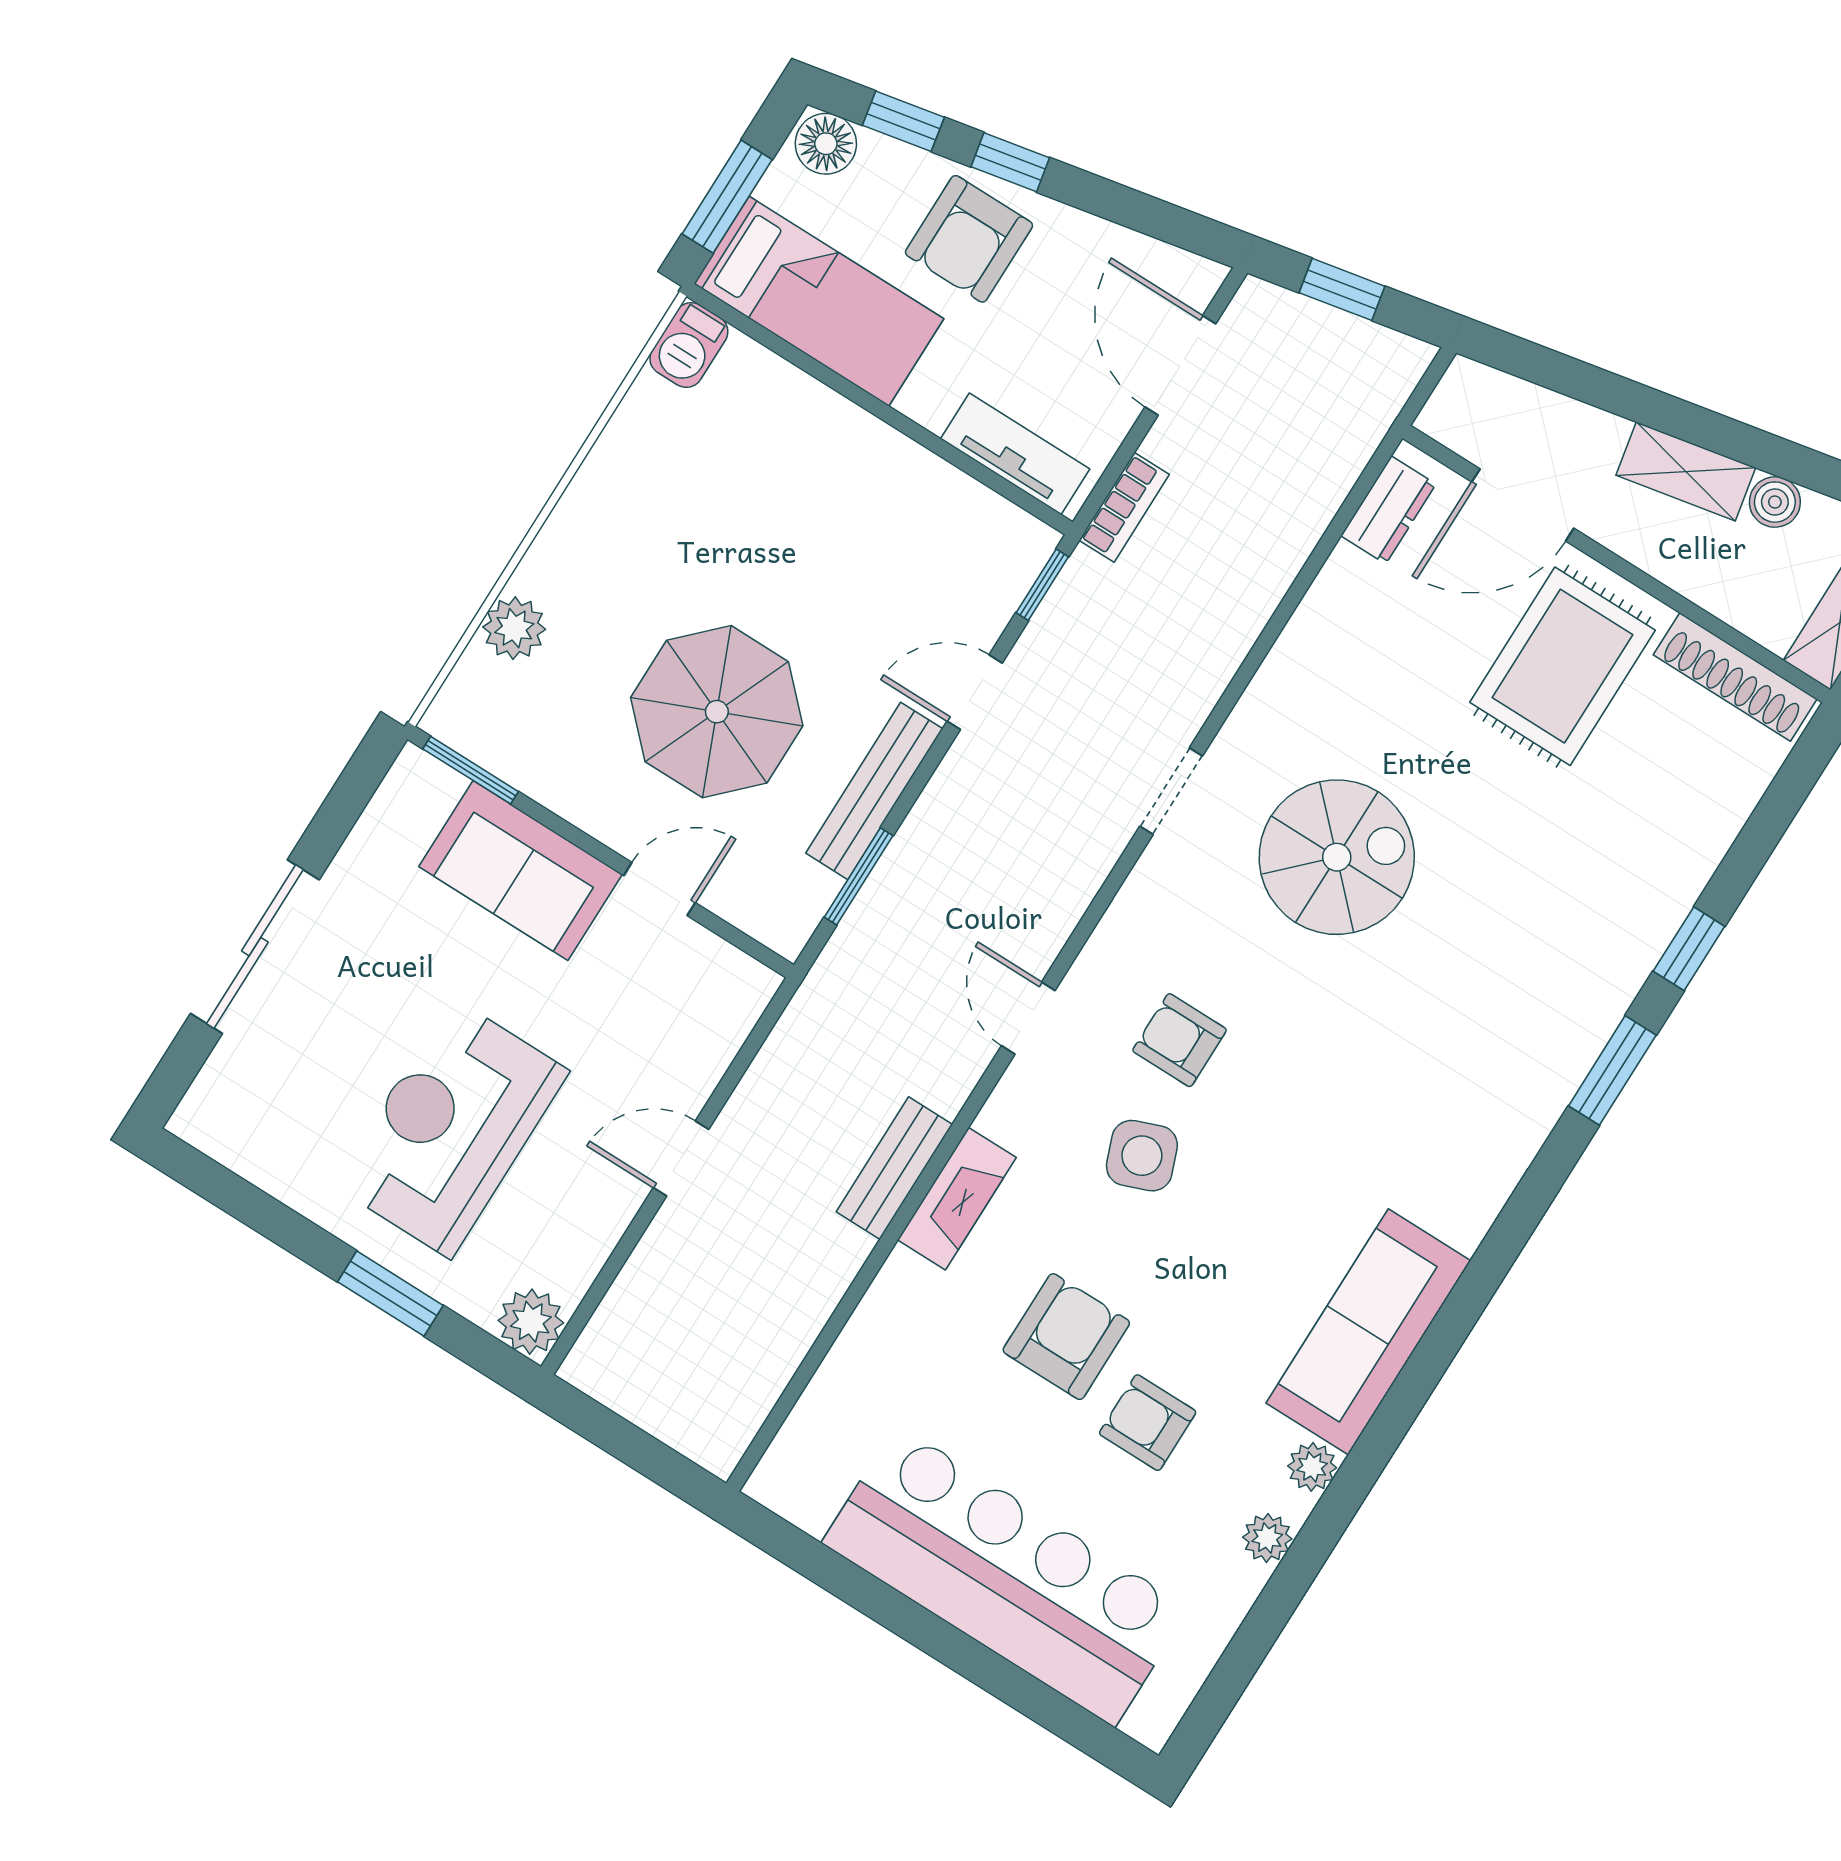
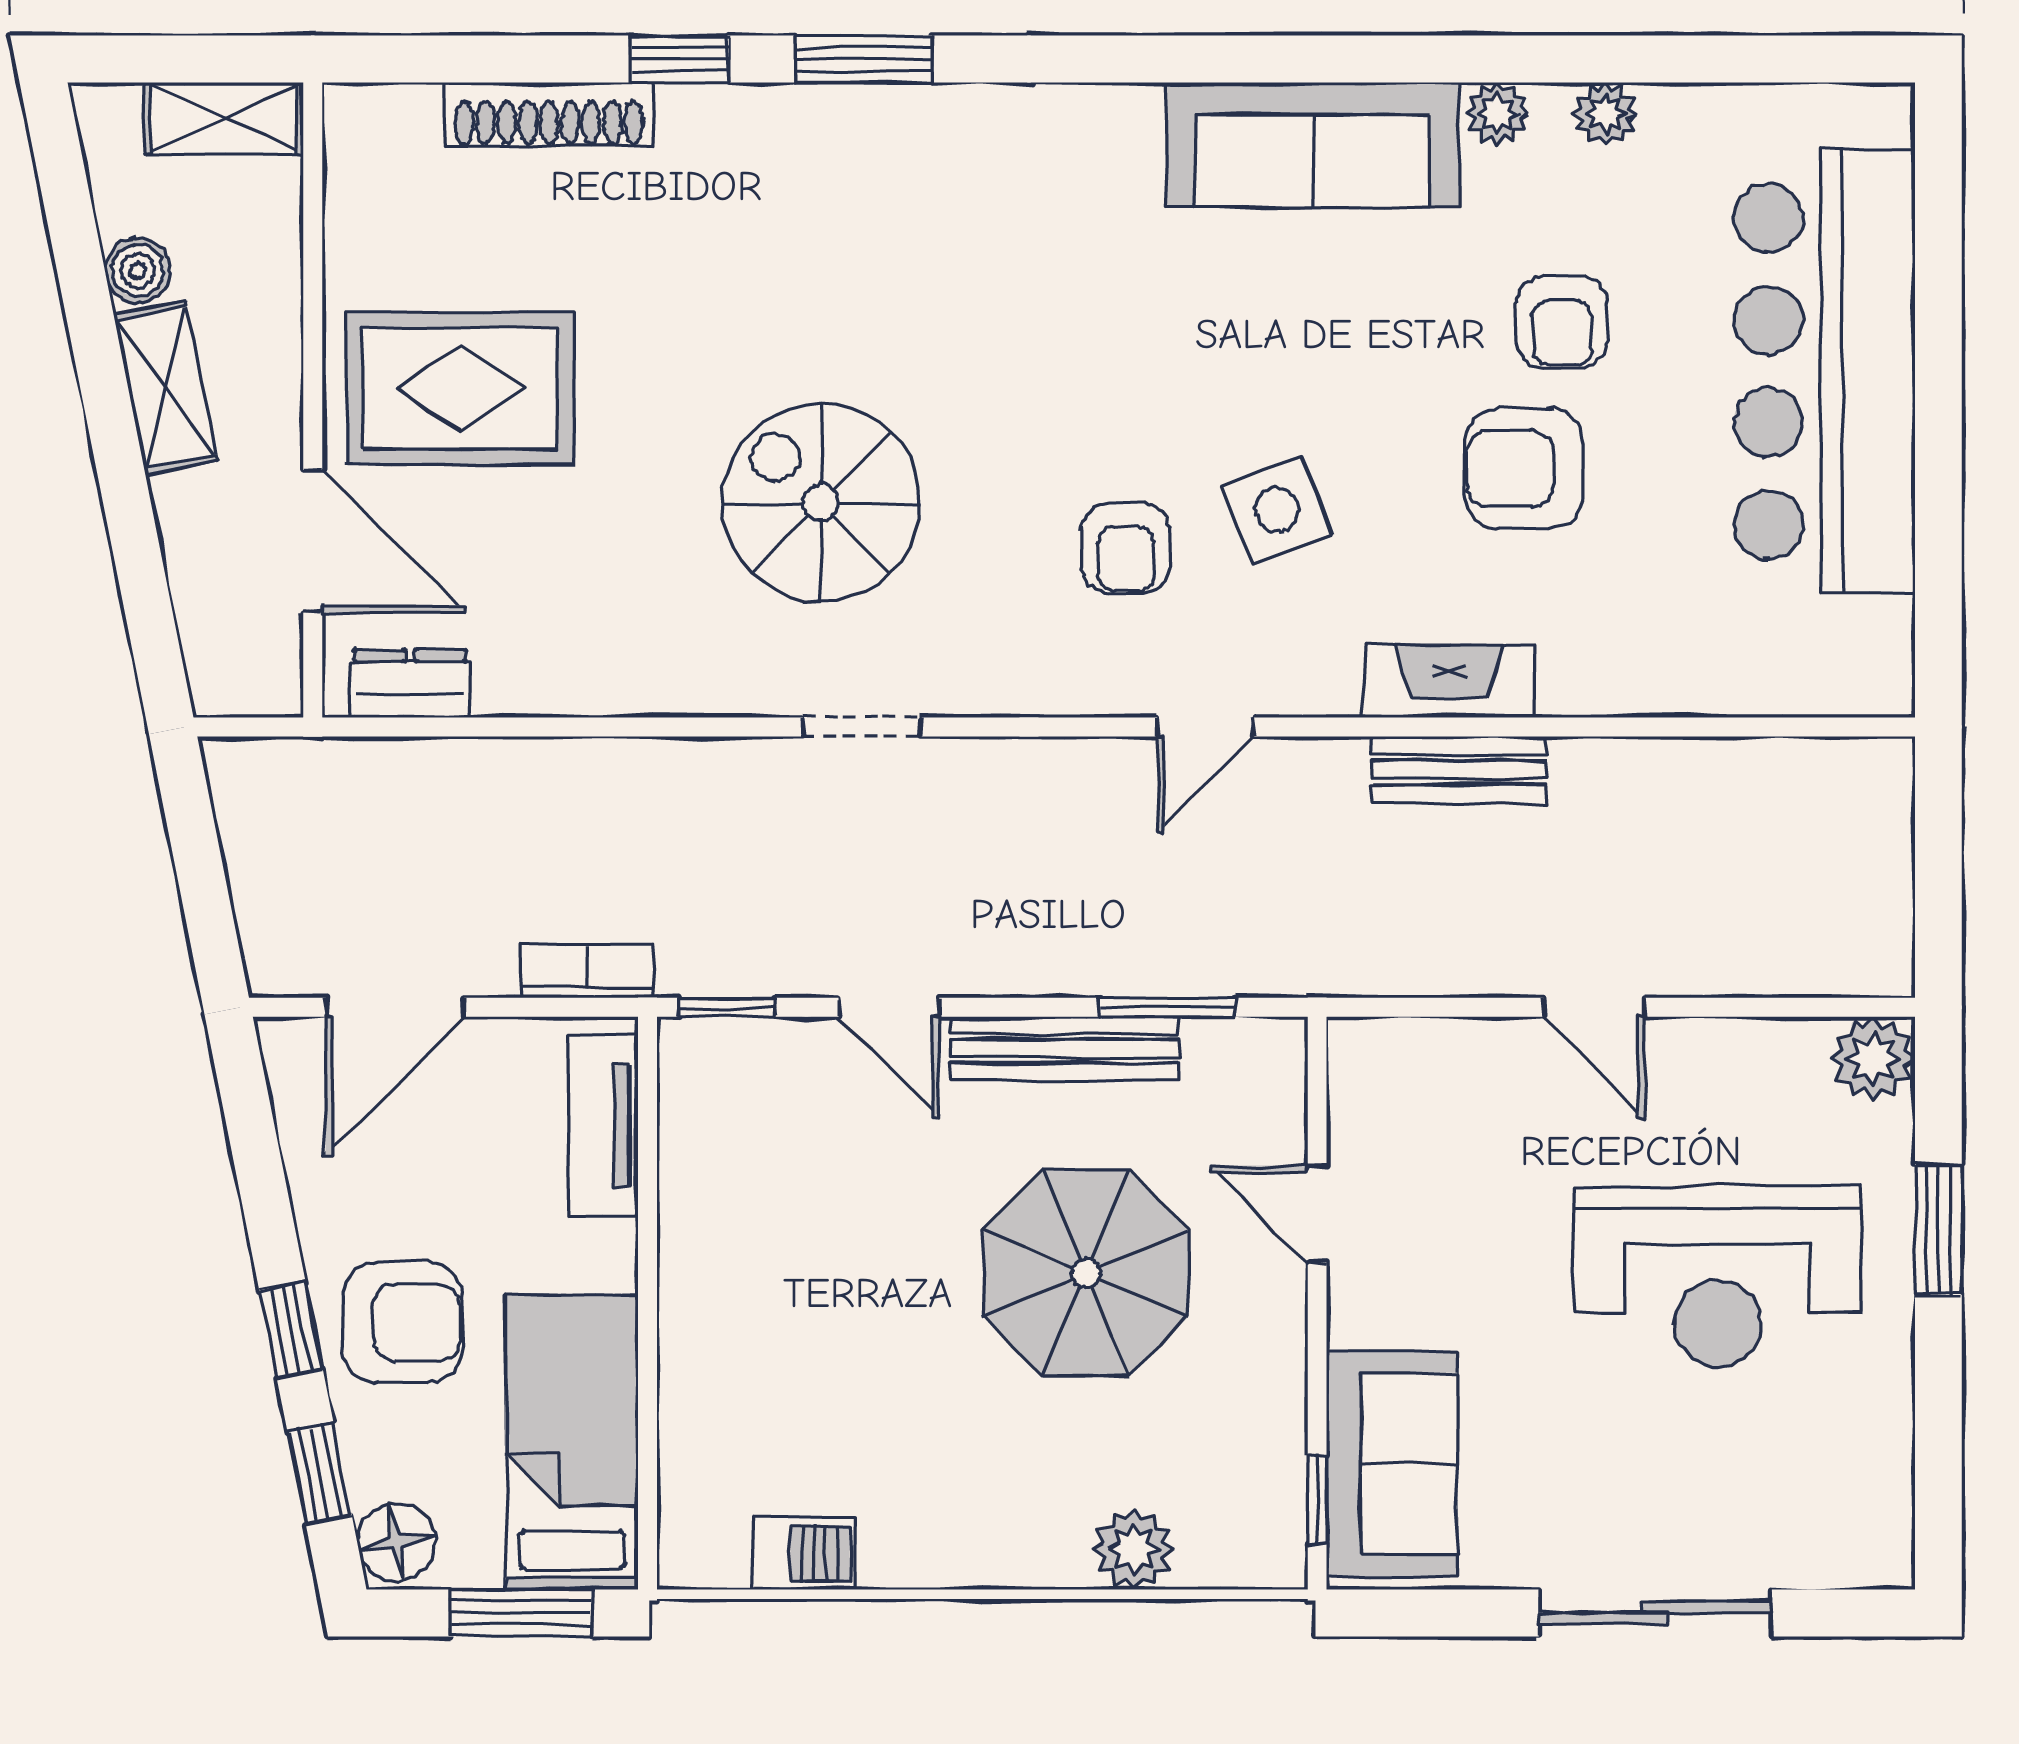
window: (1342, 289) -> (203, 884), removed
barbecue: (689, 345) -> (805, 1553), moved
shoe rack: (1735, 677) -> (549, 114), moved, turned 90
window: (471, 770) -> (1317, 1500), width x0.67
sofa: (520, 871) -> (1392, 1463), moved

